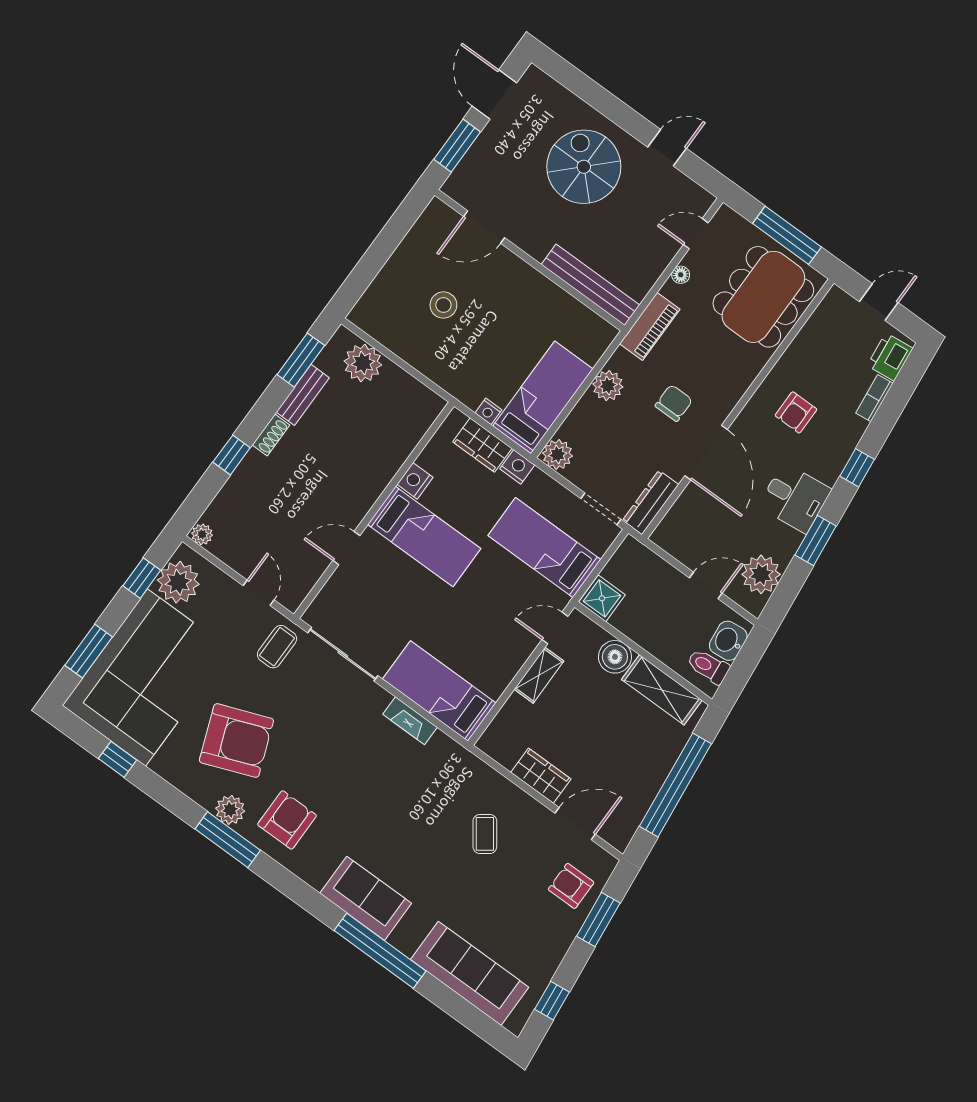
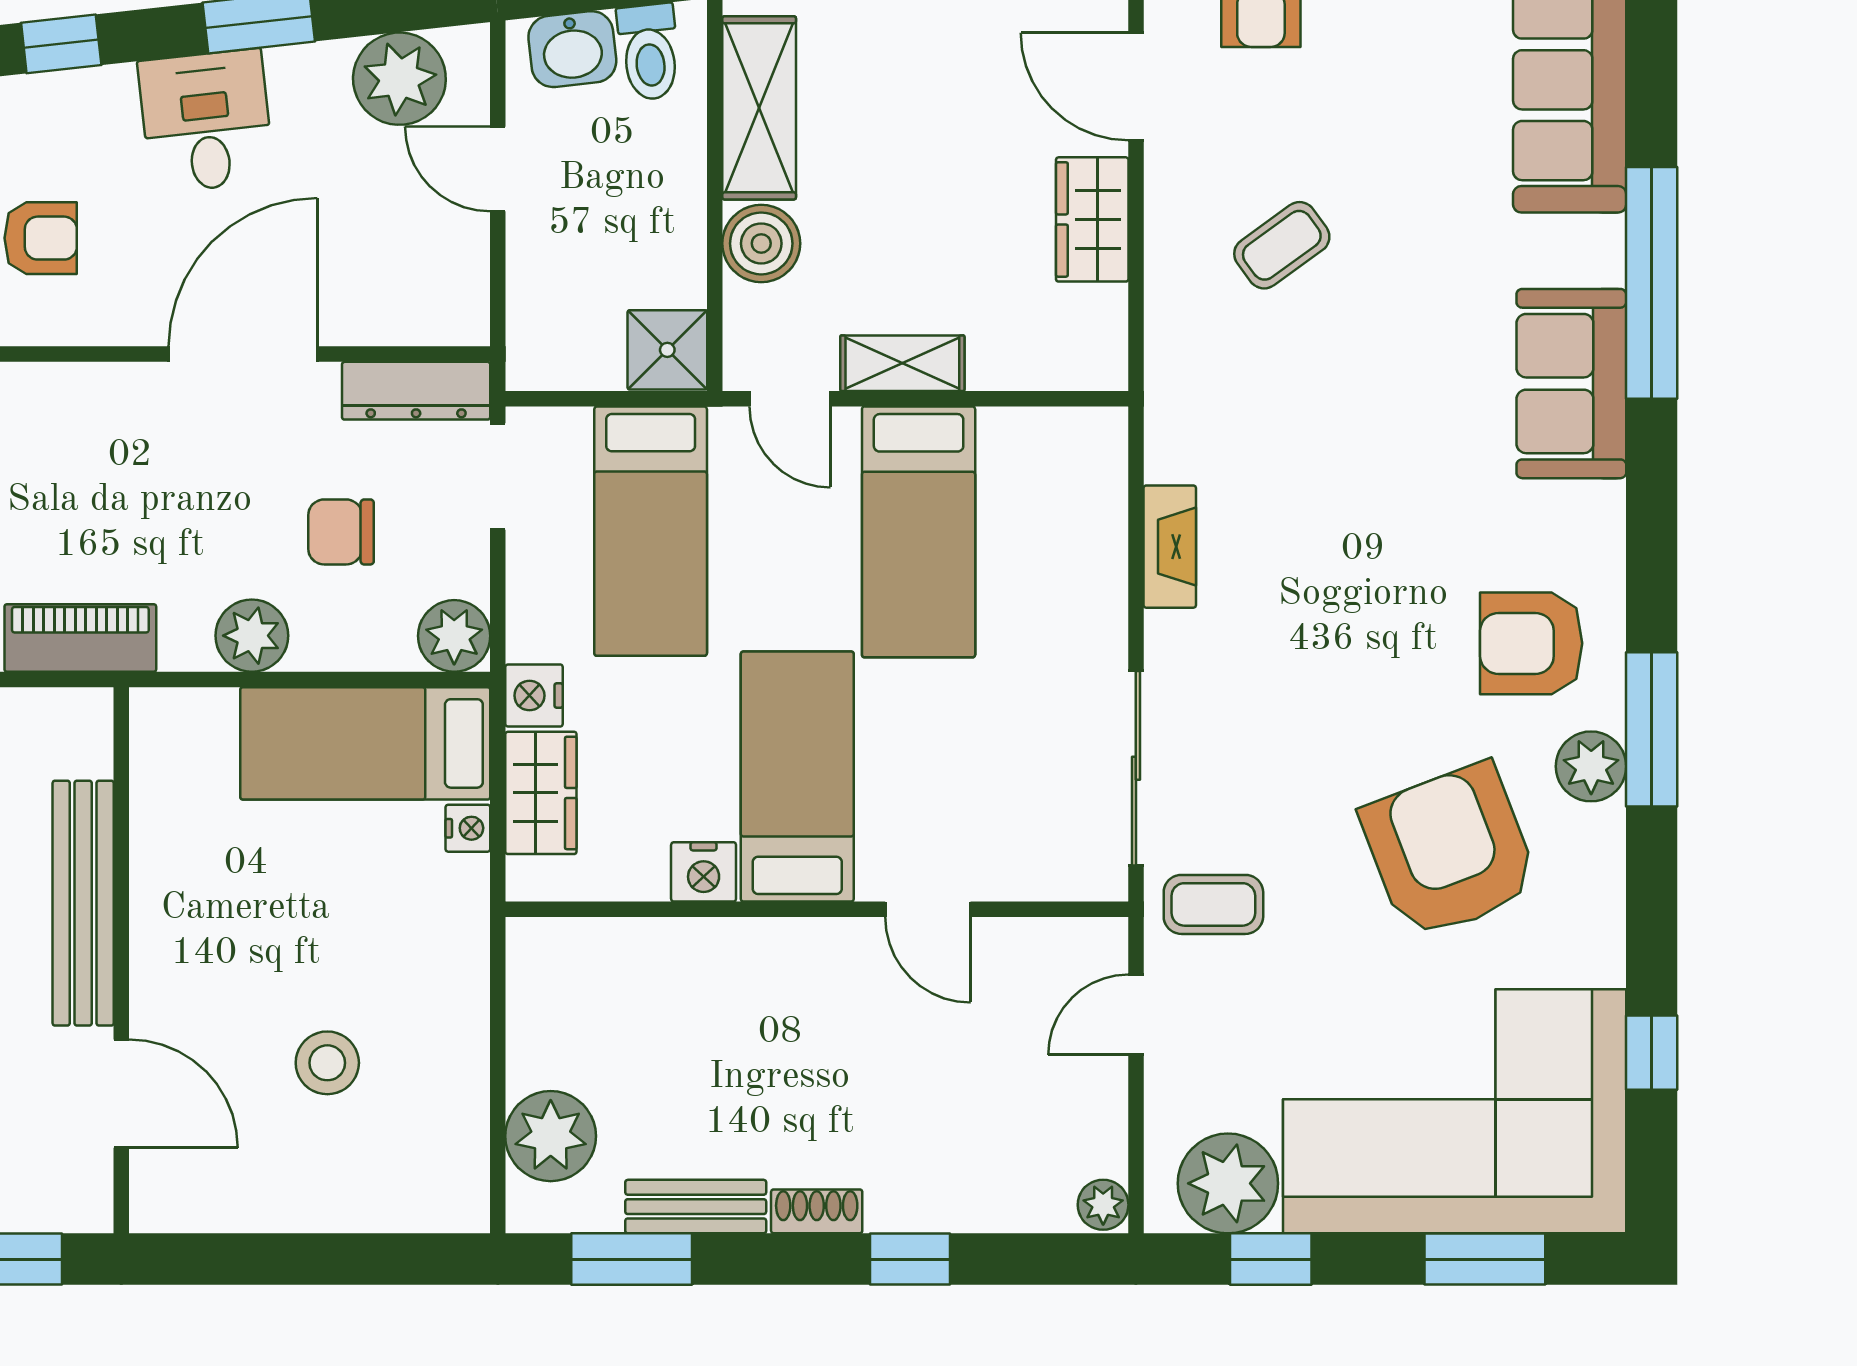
bench: (590, 285) -> (83, 903), moved
chair: (674, 403) -> (341, 532), moved
bed: (439, 691) -> (919, 532), moved

